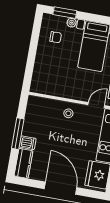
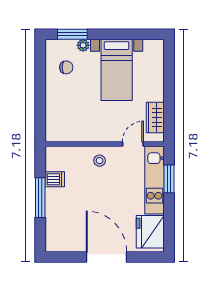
dishwasher: (28, 143) -> (55, 179), moved
kitchen counter: (23, 163) -> (54, 234), removed

